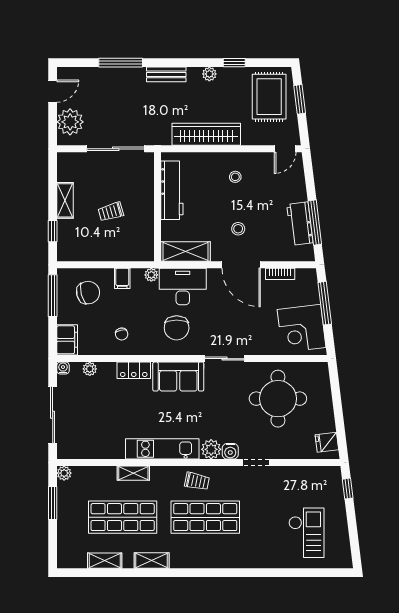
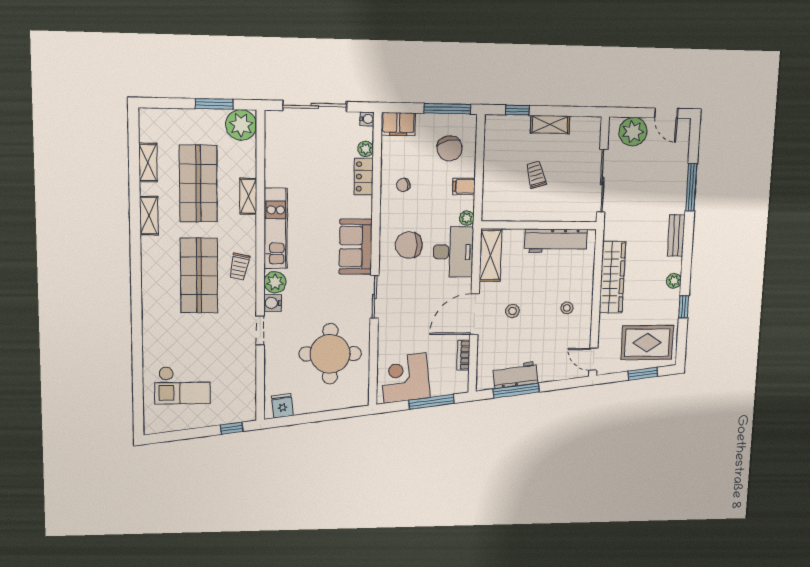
locker: (134, 370) -> (364, 176), moved
plant: (64, 473) -> (241, 125), width x1.88, depth x1.88

